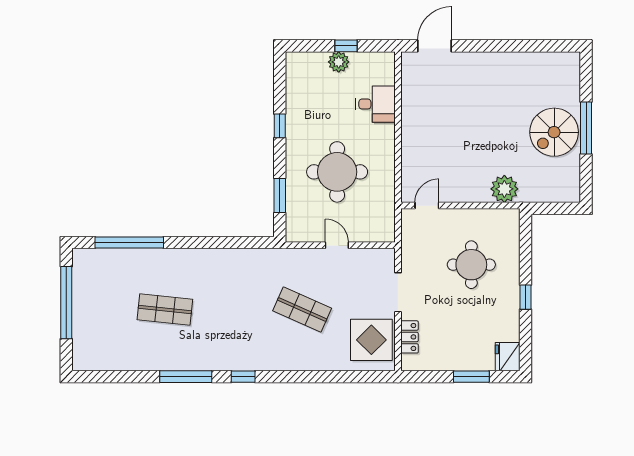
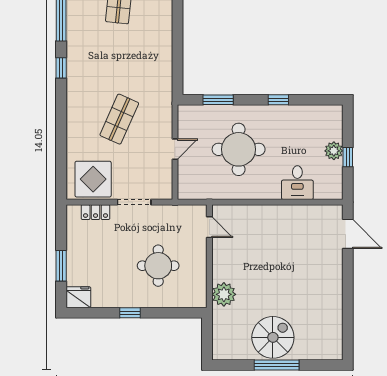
spiral stairs: (554, 132) -> (273, 337), turned 90

